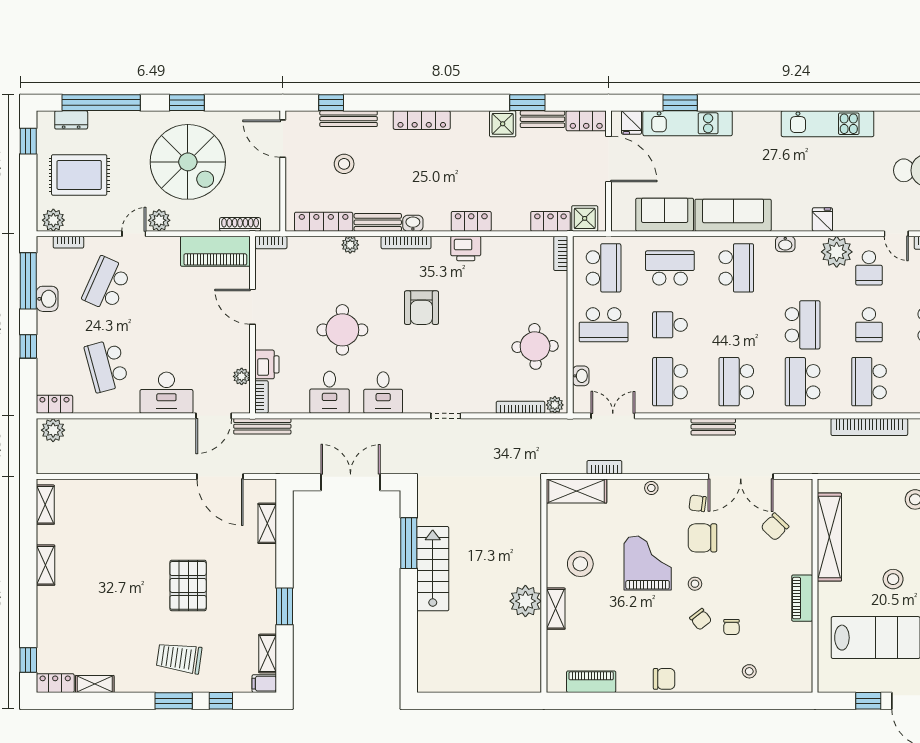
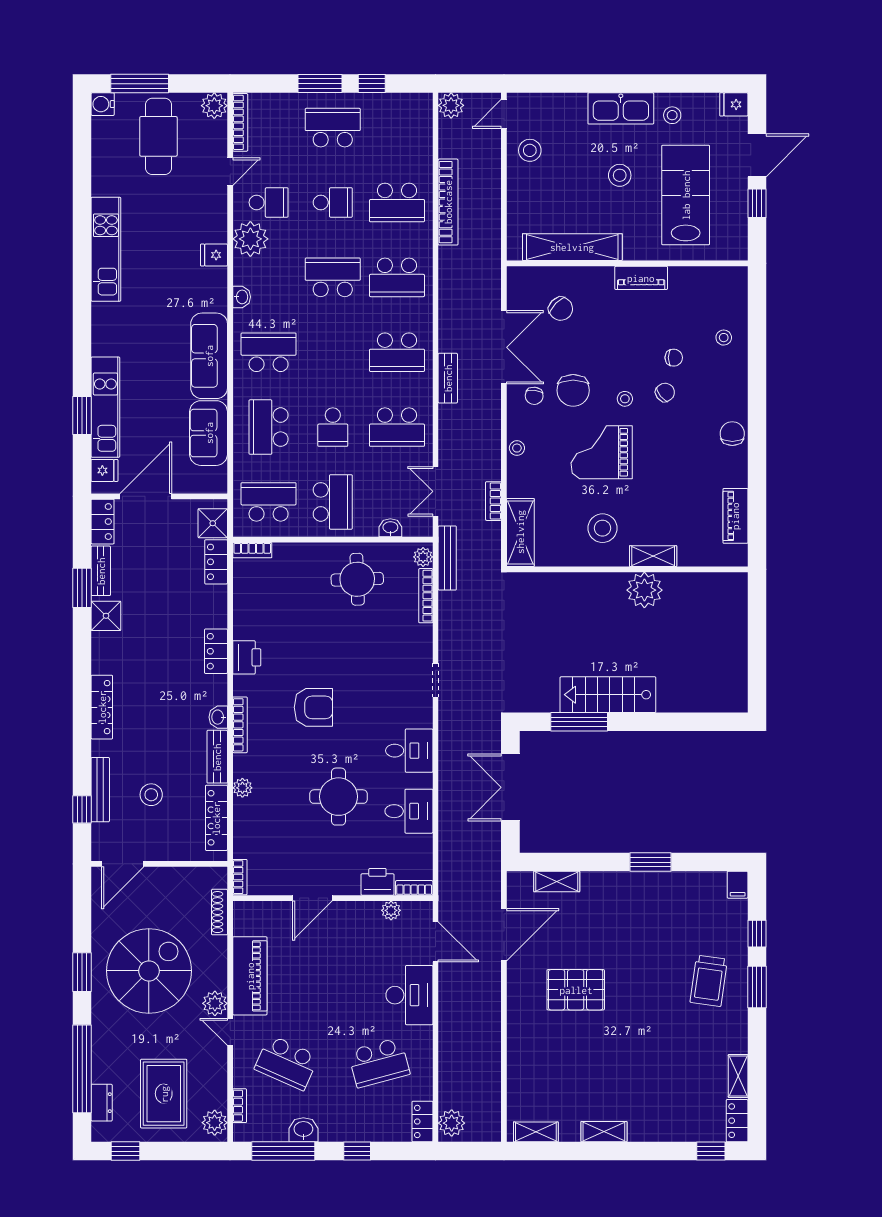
piano: (215, 251) -> (250, 976), moved
bench: (262, 426) -> (447, 558), moved
pallet: (188, 585) -> (576, 990), moved
shelving: (268, 654) -> (704, 881), removed

